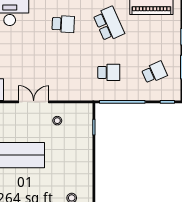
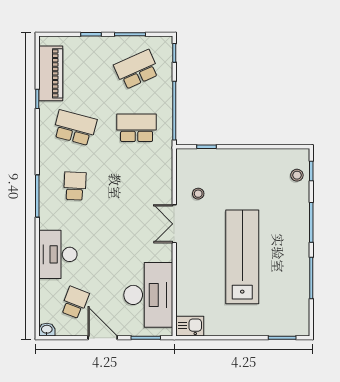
school desk: (109, 24) -> (75, 128), turned 39
school desk: (109, 72) -> (137, 128), width x1.85
school desk: (154, 72) -> (137, 70), width x1.85

